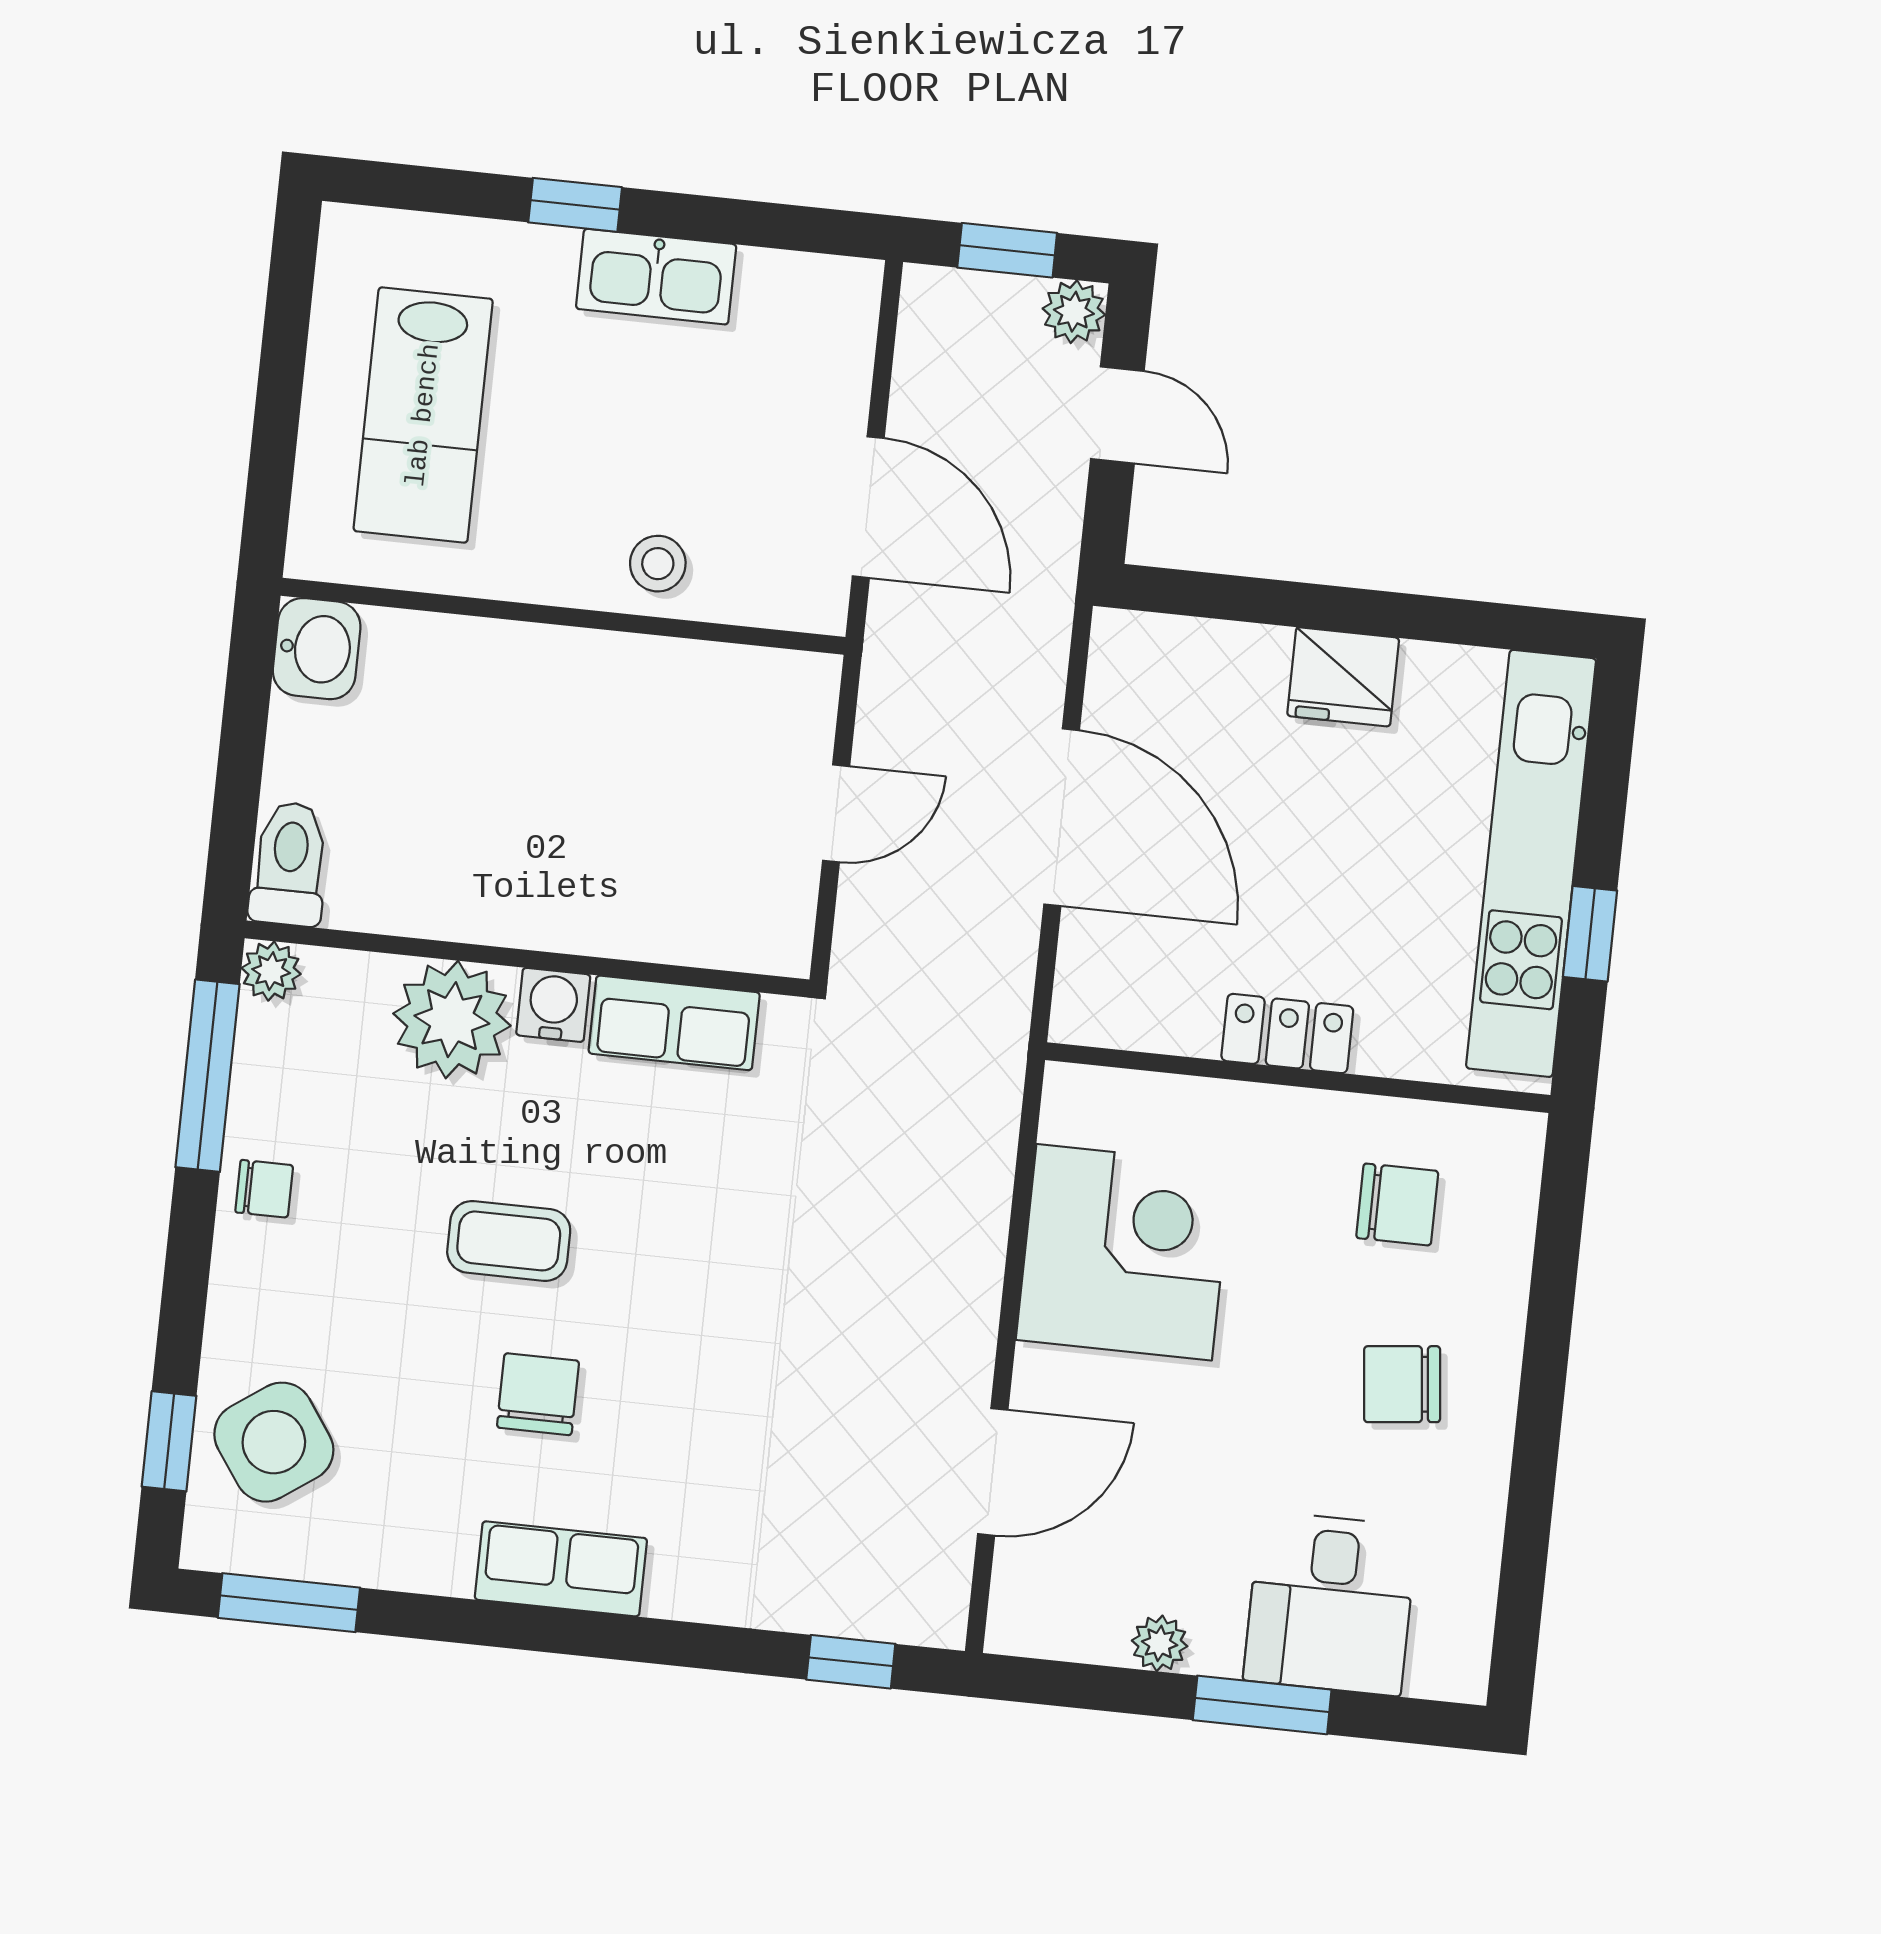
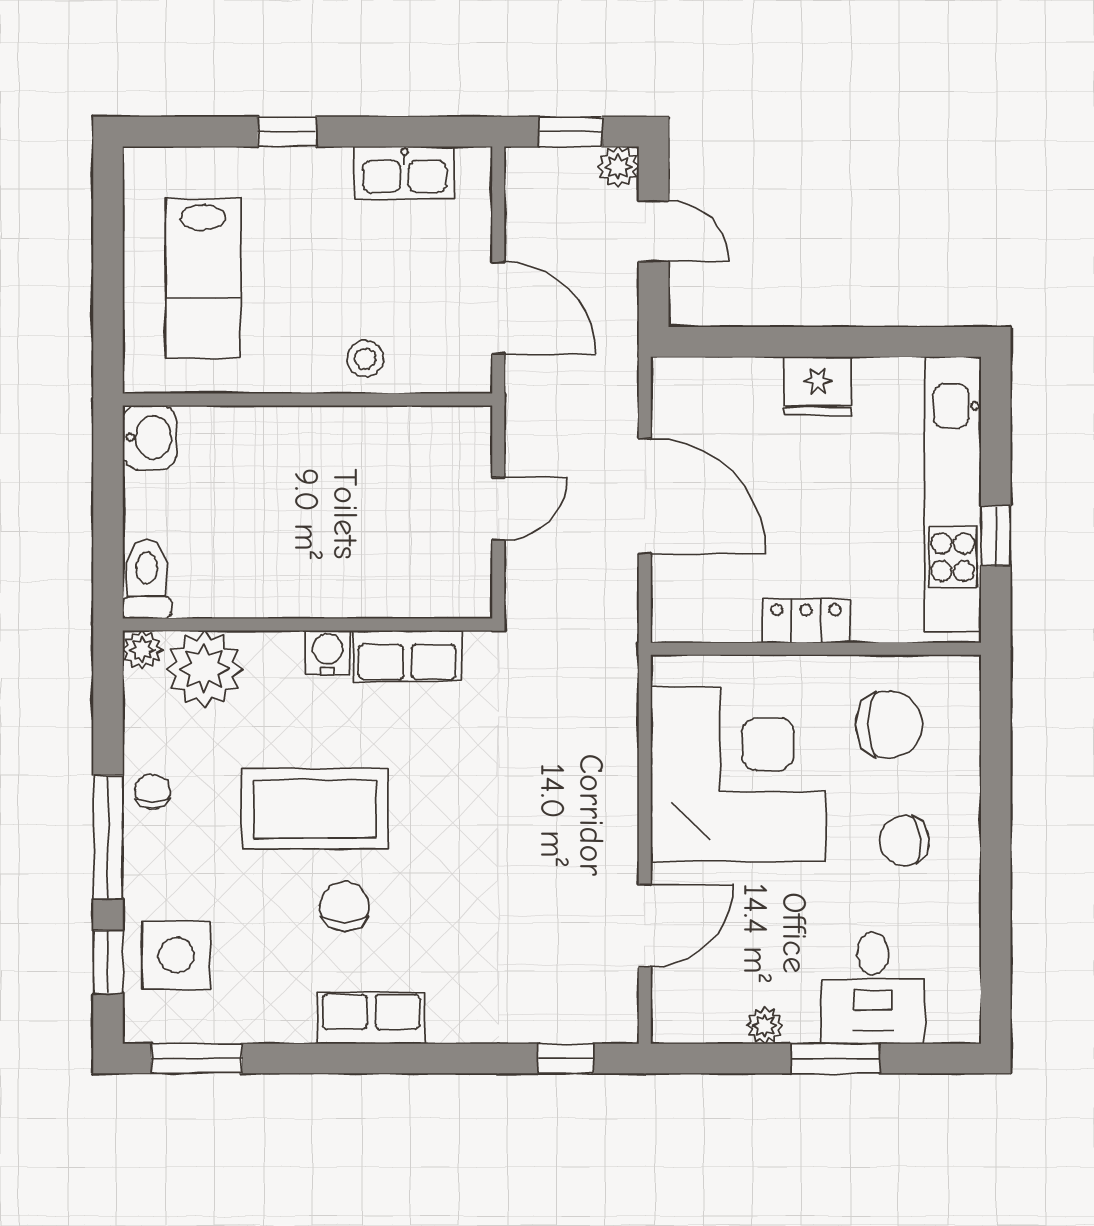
kitchen sink: (656, 277) -> (405, 173), moved
plant: (452, 1020) -> (204, 669), moved
window: (207, 1076) -> (108, 837), moved
chair: (264, 1189) -> (153, 792), turned -90
chair: (1397, 1204) -> (889, 724), width x1.37, depth x1.37
coffee table: (509, 1241) -> (315, 809), width x1.86, depth x1.72
corner desk: (1124, 1252) -> (738, 774), width x1.36, depth x1.36
side table: (274, 1442) -> (176, 955), turned 35

